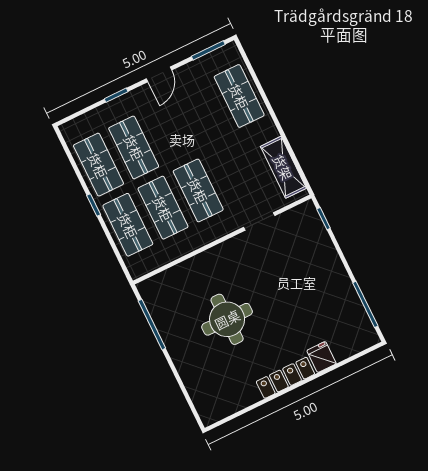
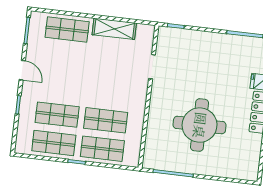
shelving: (283, 167) -> (114, 29), moved
shop shelf: (198, 190) -> (109, 92), removed
round table: (227, 319) -> (200, 125), width x1.36, depth x1.36

